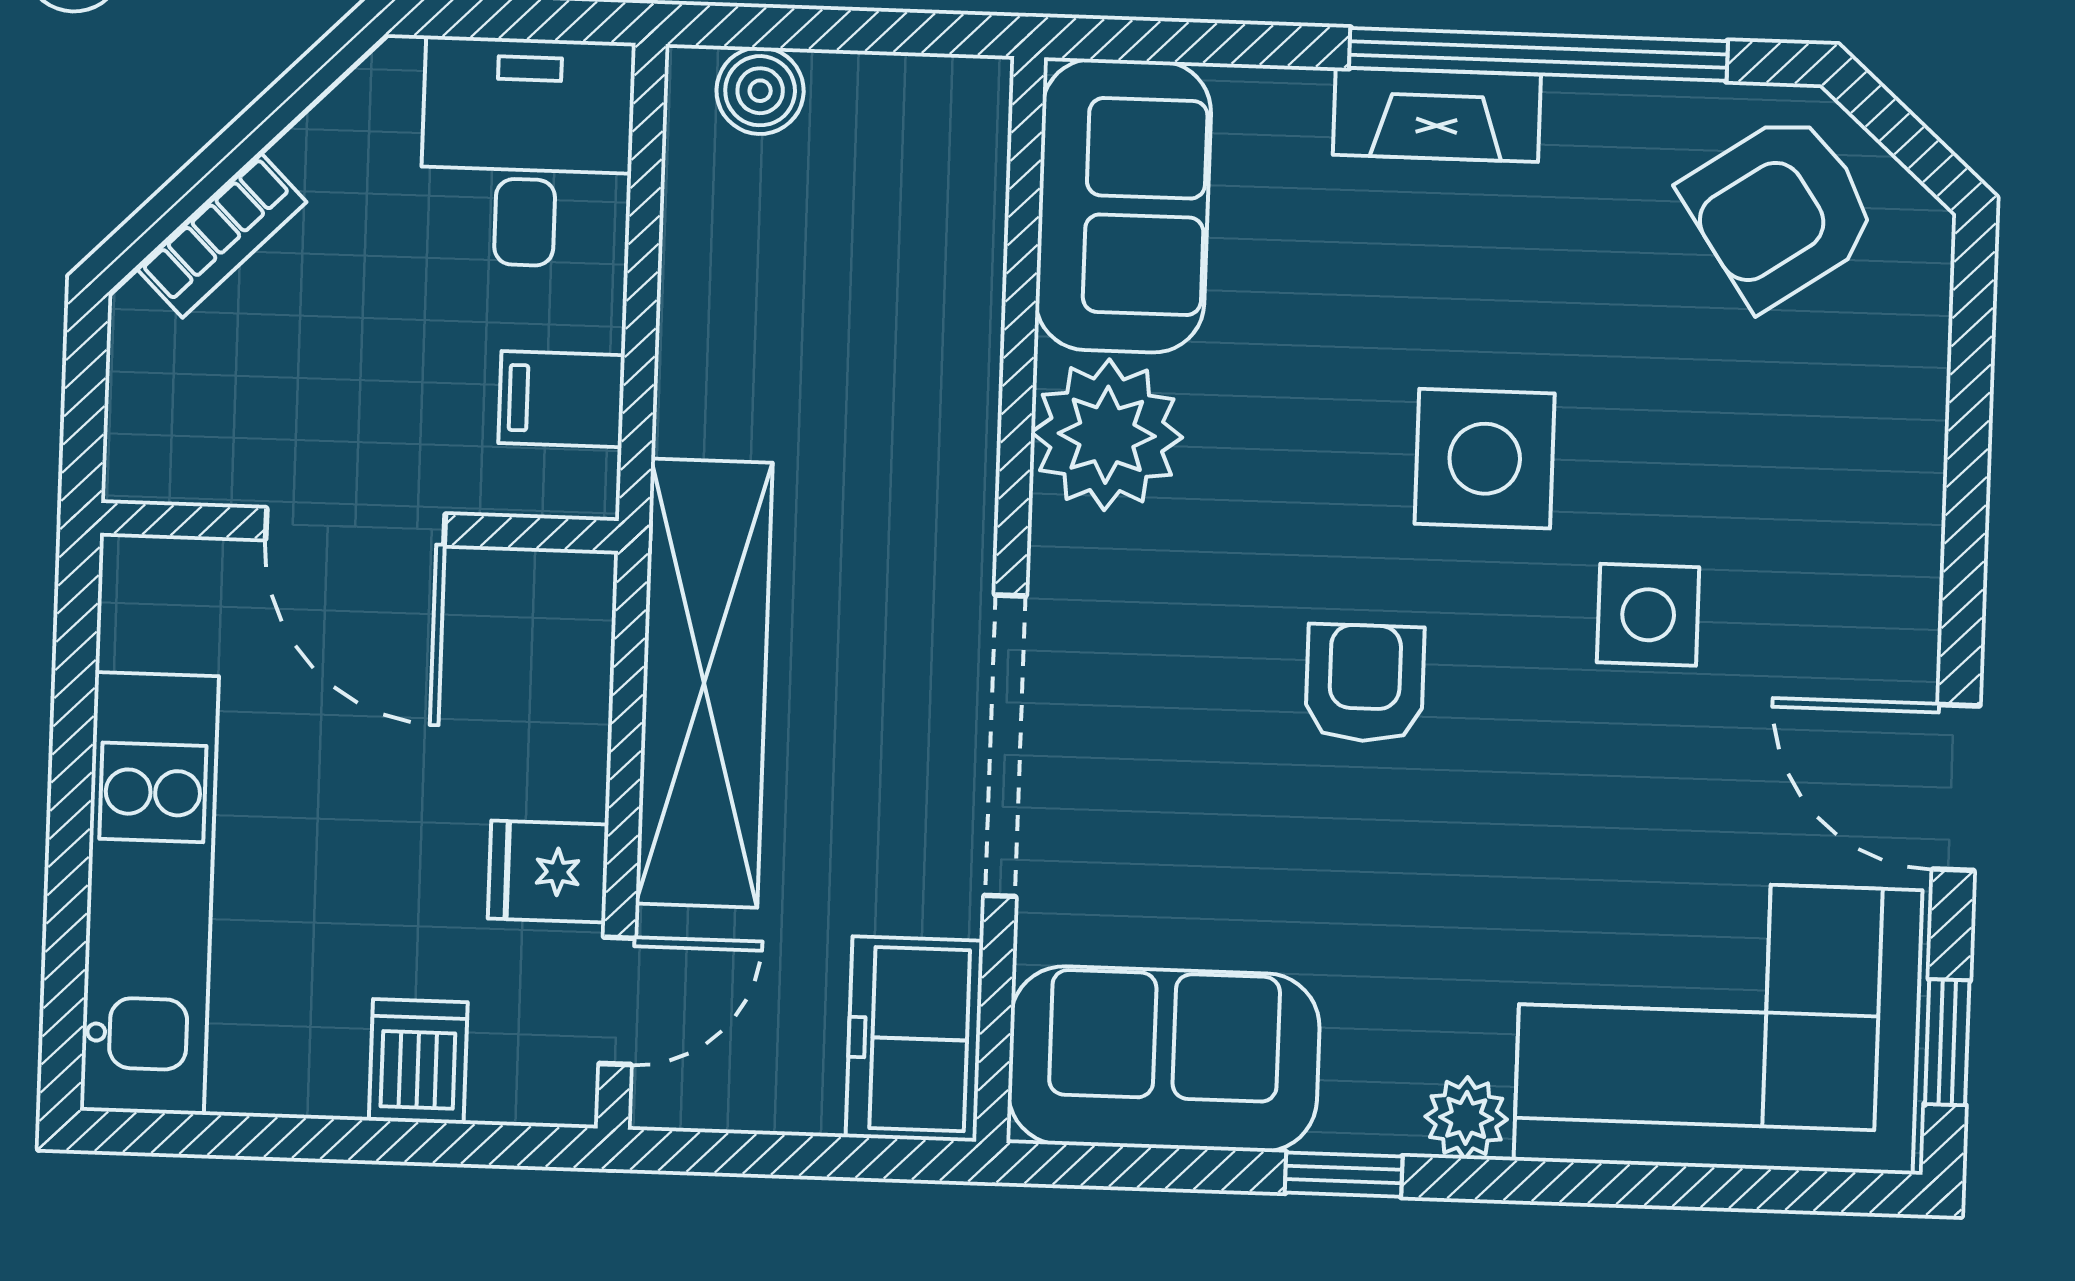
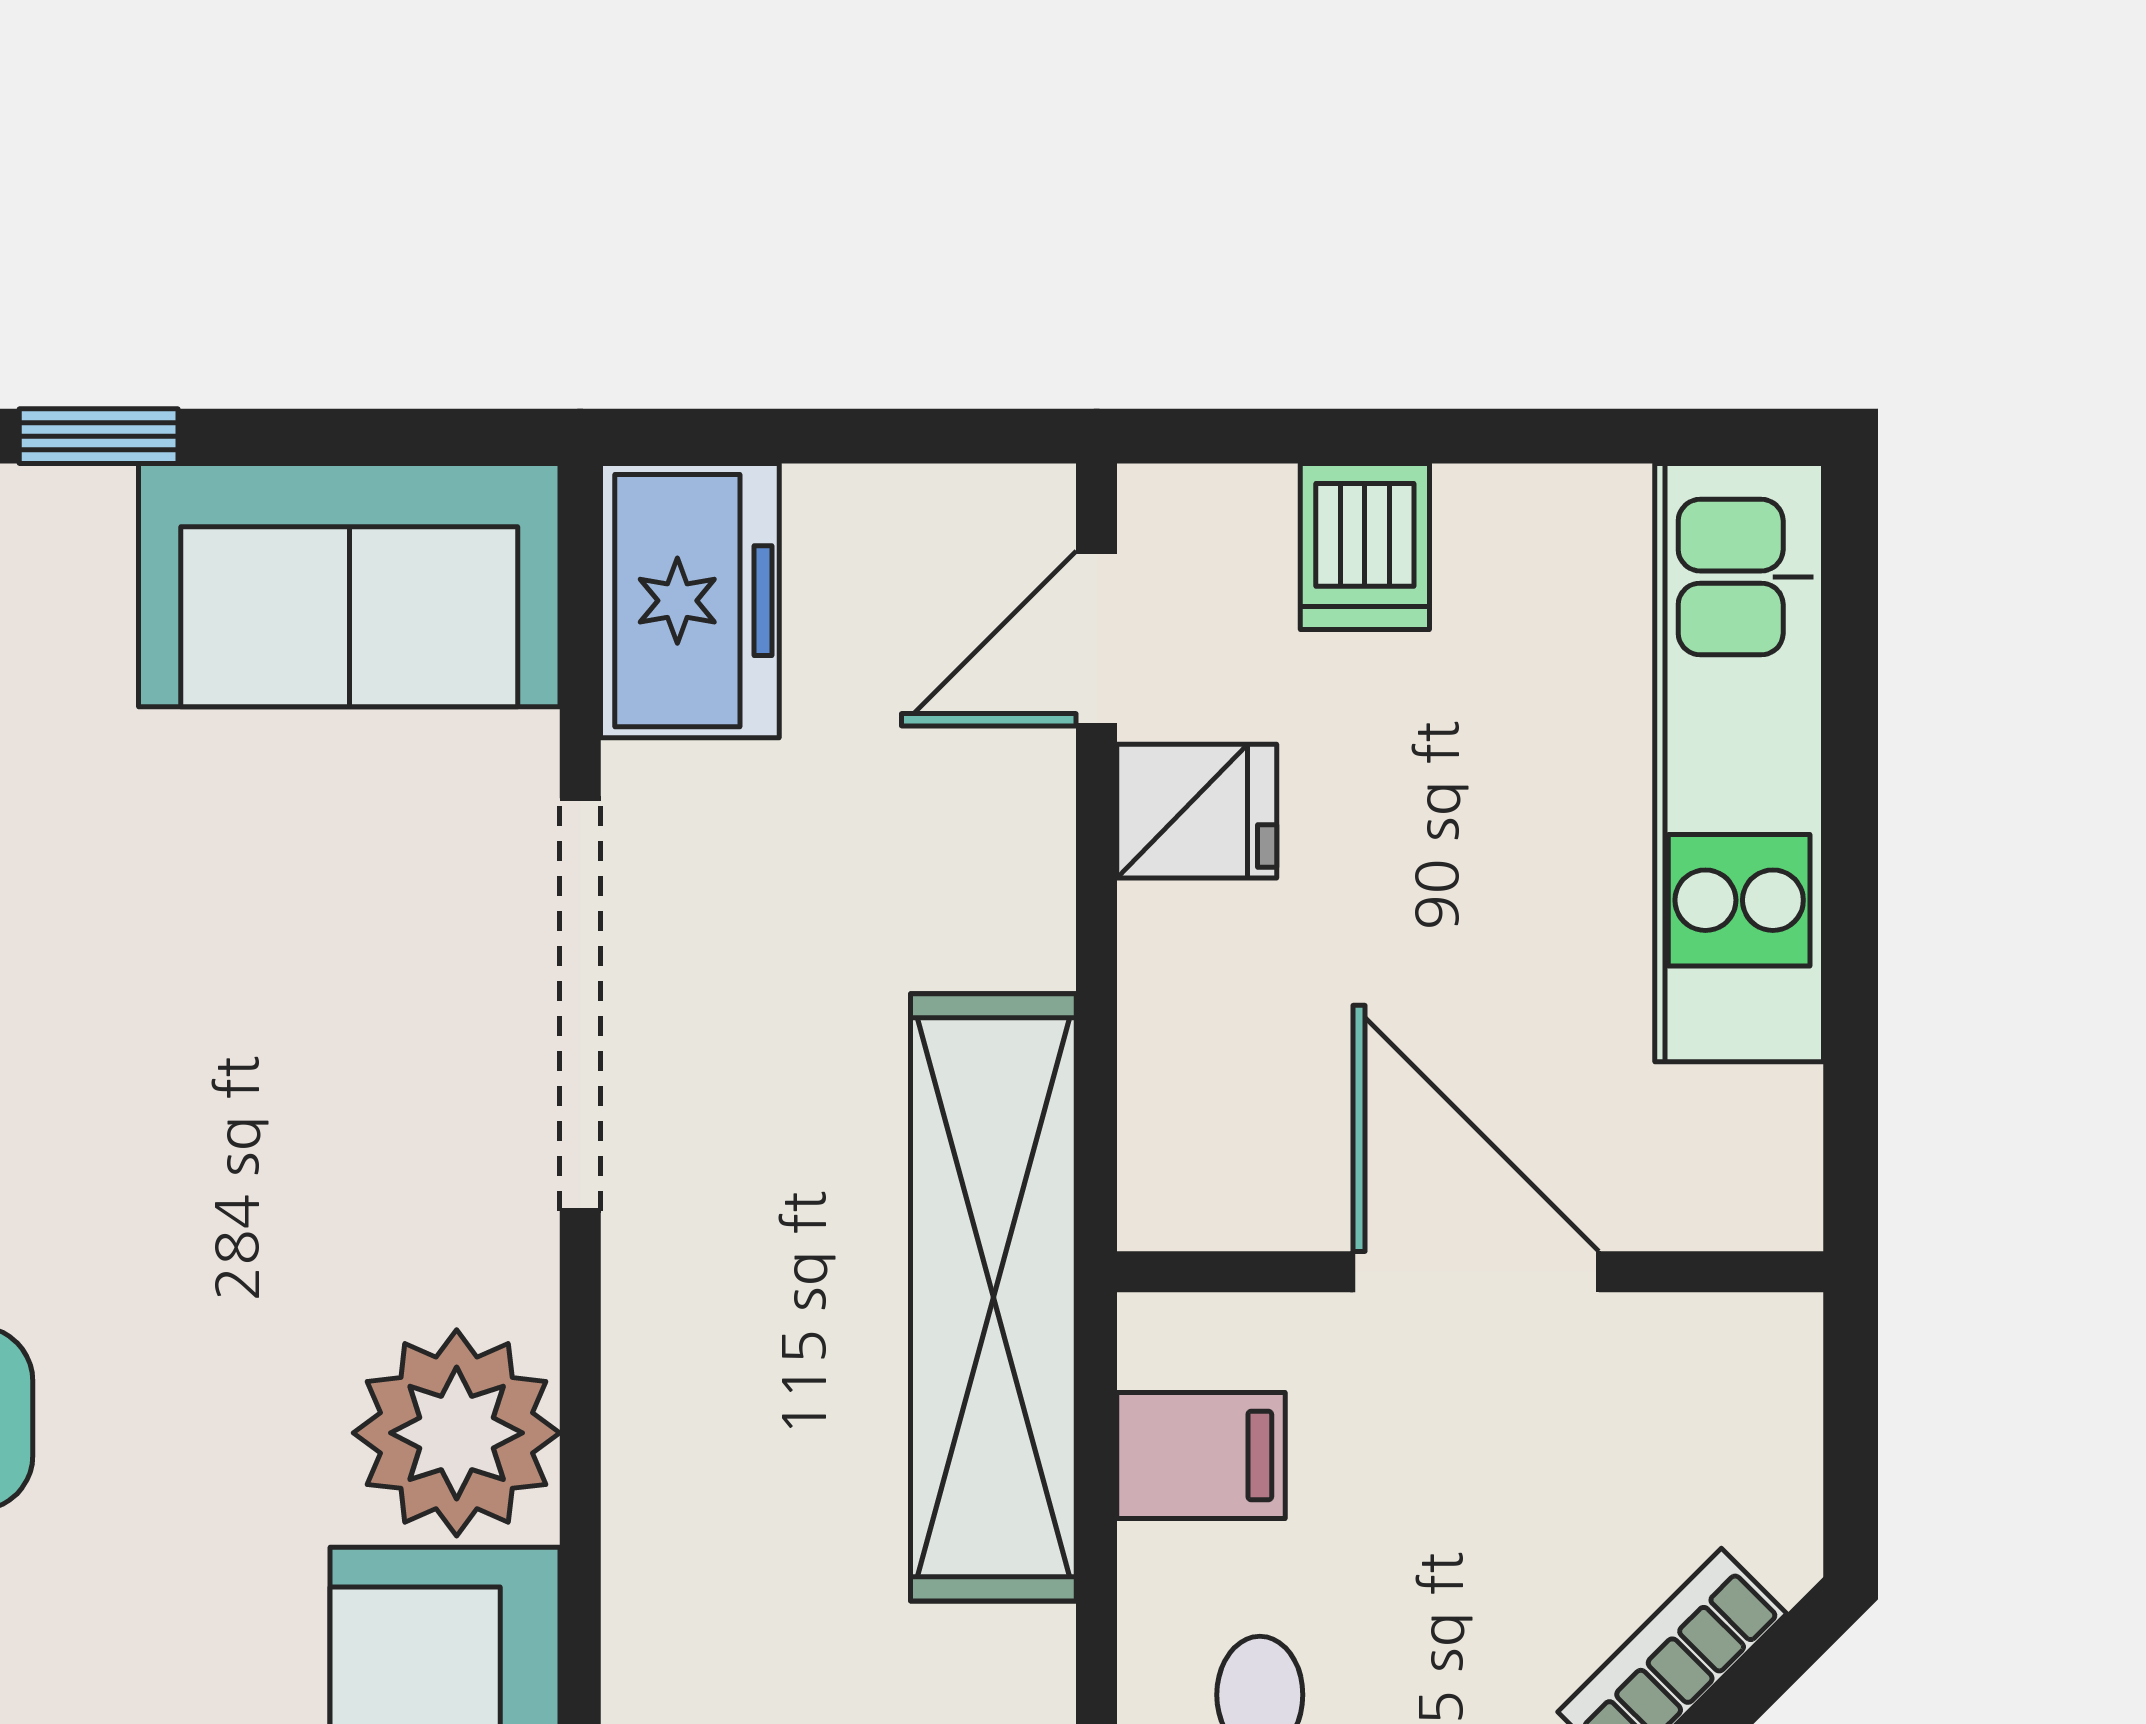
shelving: (704, 683) -> (993, 1297), moved
armchair: (1365, 683) -> (93, 1107), removed

